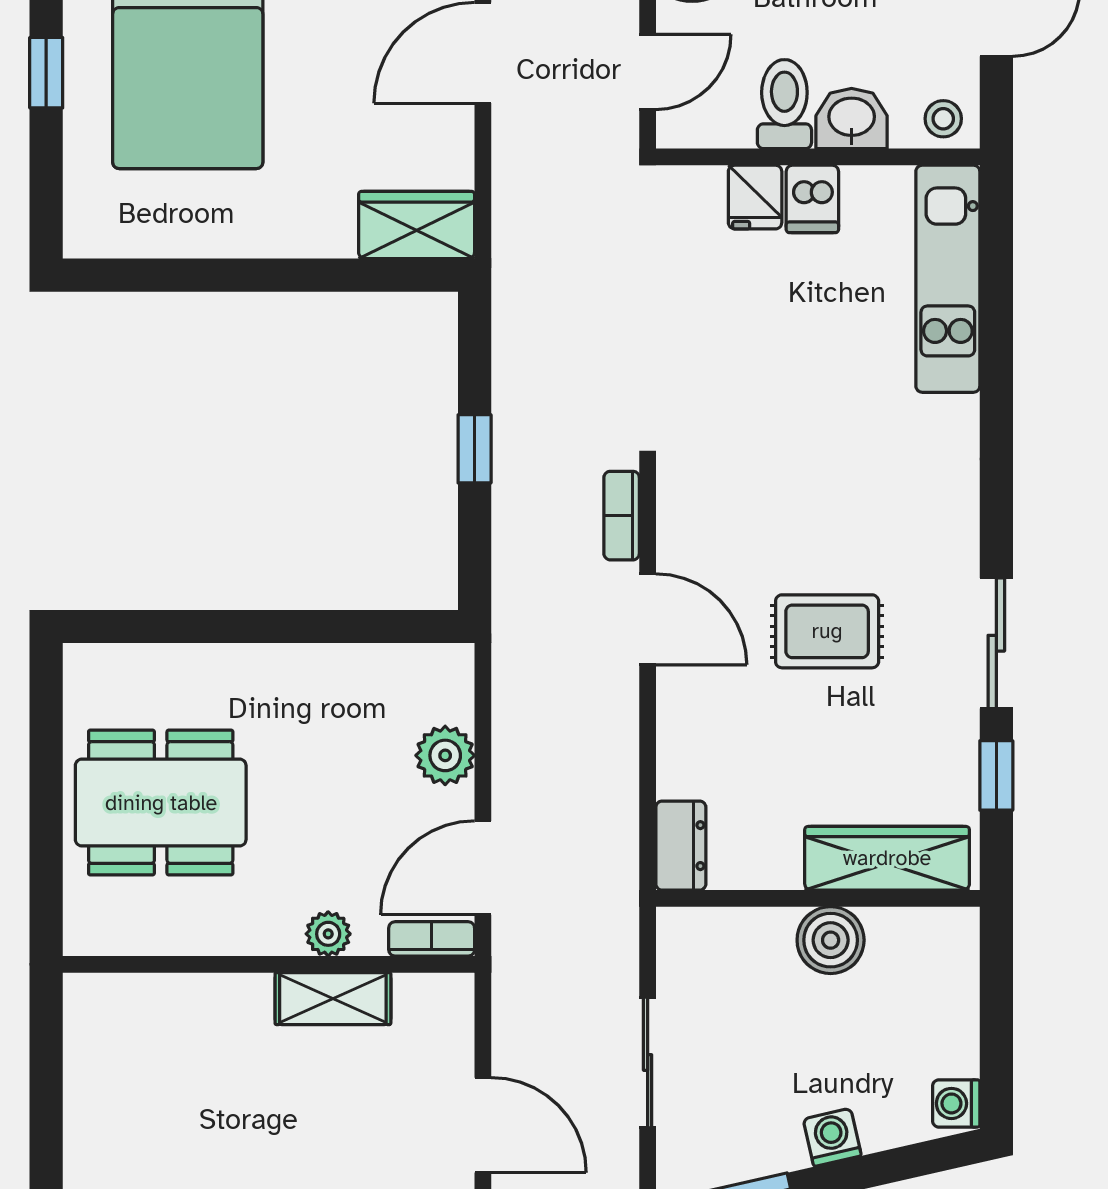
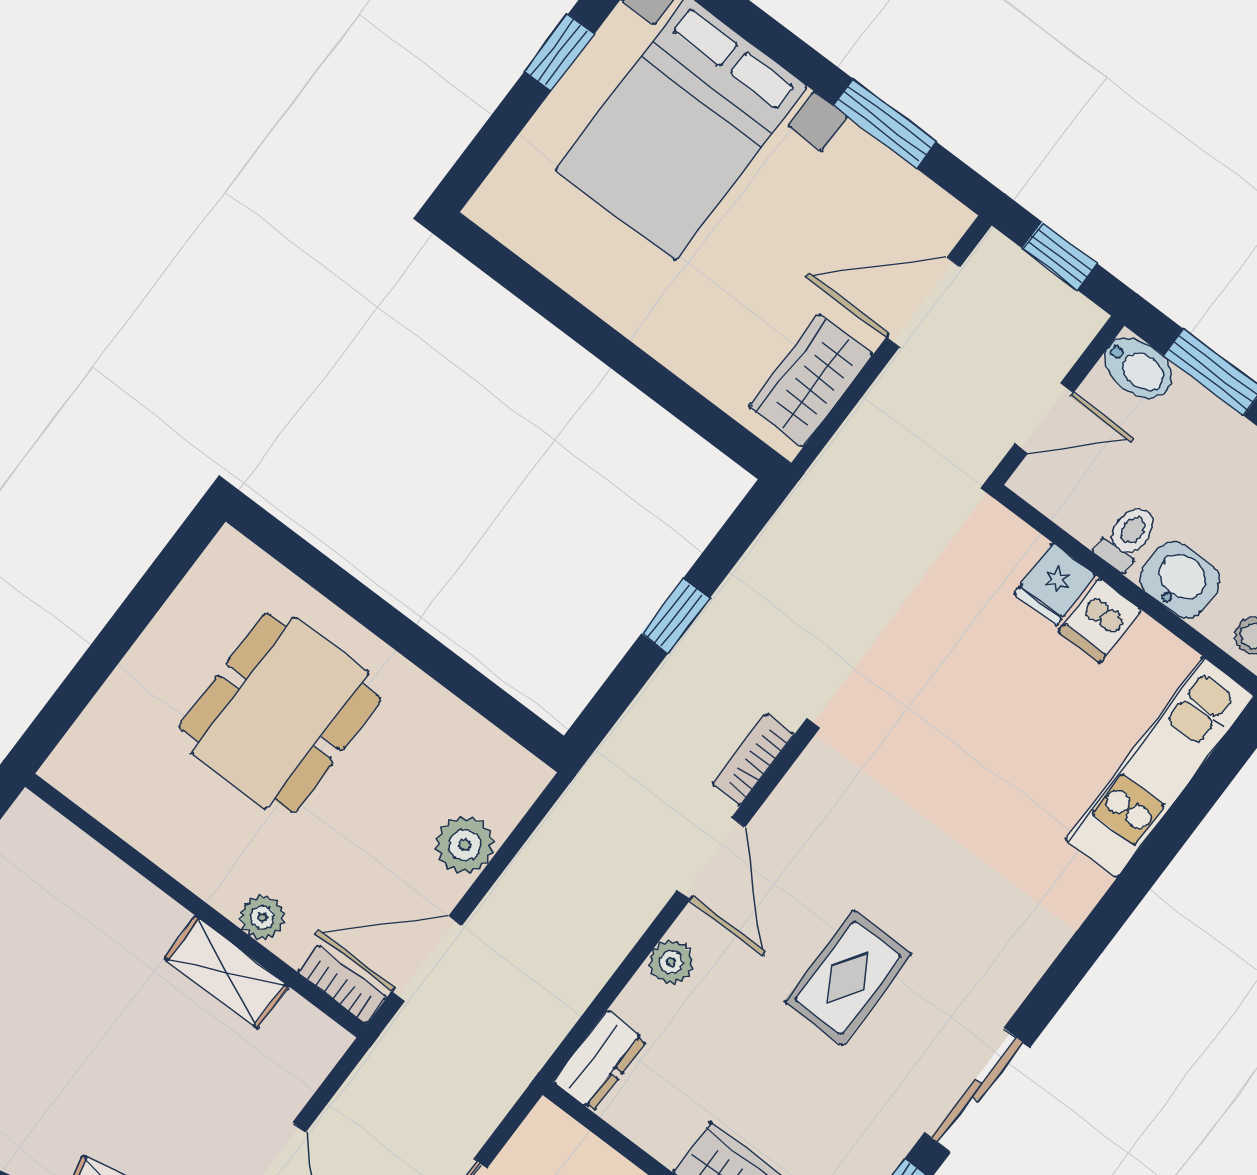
toilet: (784, 104) -> (1127, 537), width x0.73, depth x0.72
wardrobe: (417, 225) -> (811, 381), moved, turned -90
rug: (827, 631) -> (848, 978), turned 90
plant: (678, 725) -> (671, 962), added
dining table: (161, 803) -> (280, 713), moved, turned 90

